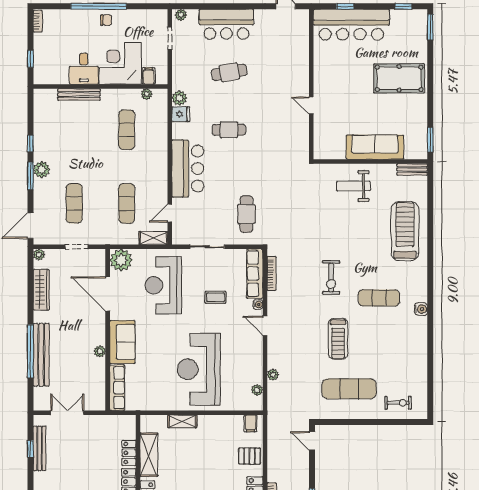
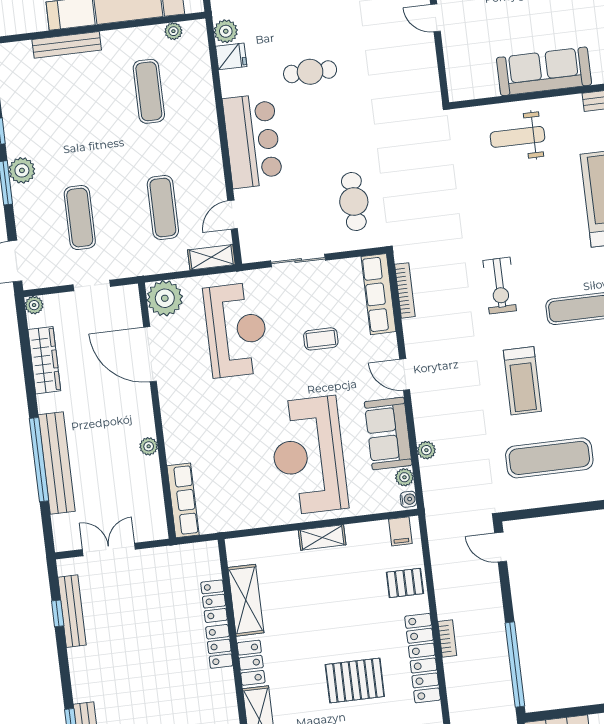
reception desk: (163, 285) -> (236, 330), turned 180
water cooler: (258, 305) -> (408, 499), moved
sofa: (122, 342) -> (388, 434), moved, turned 180
shelving: (182, 421) -> (322, 537), moved

